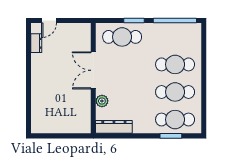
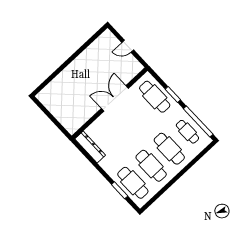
door: (49, 21) -> (128, 46), moved
cafe table: (175, 37) -> (187, 132), added
dresser: (36, 43) -> (97, 44), removed
plant: (102, 101) -> (100, 123), removed

